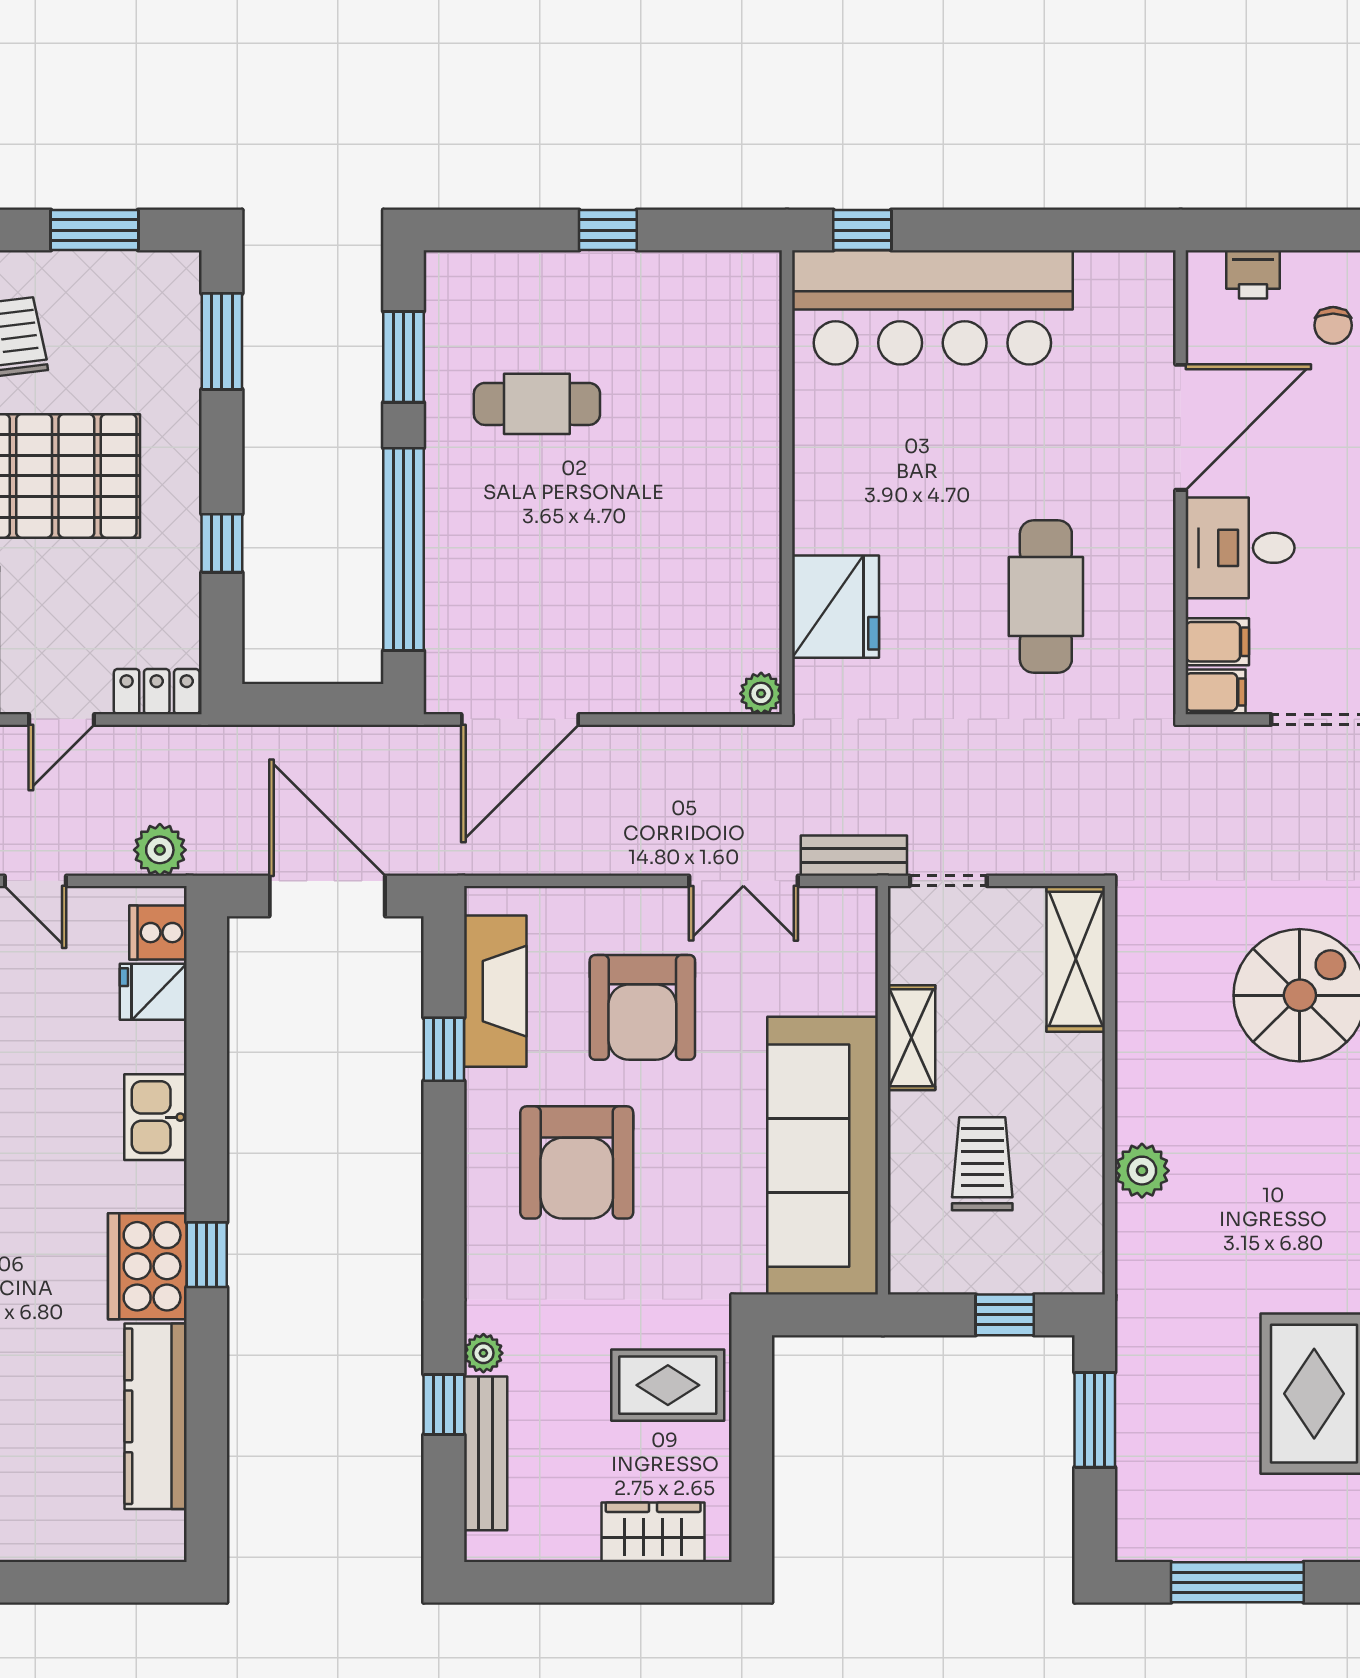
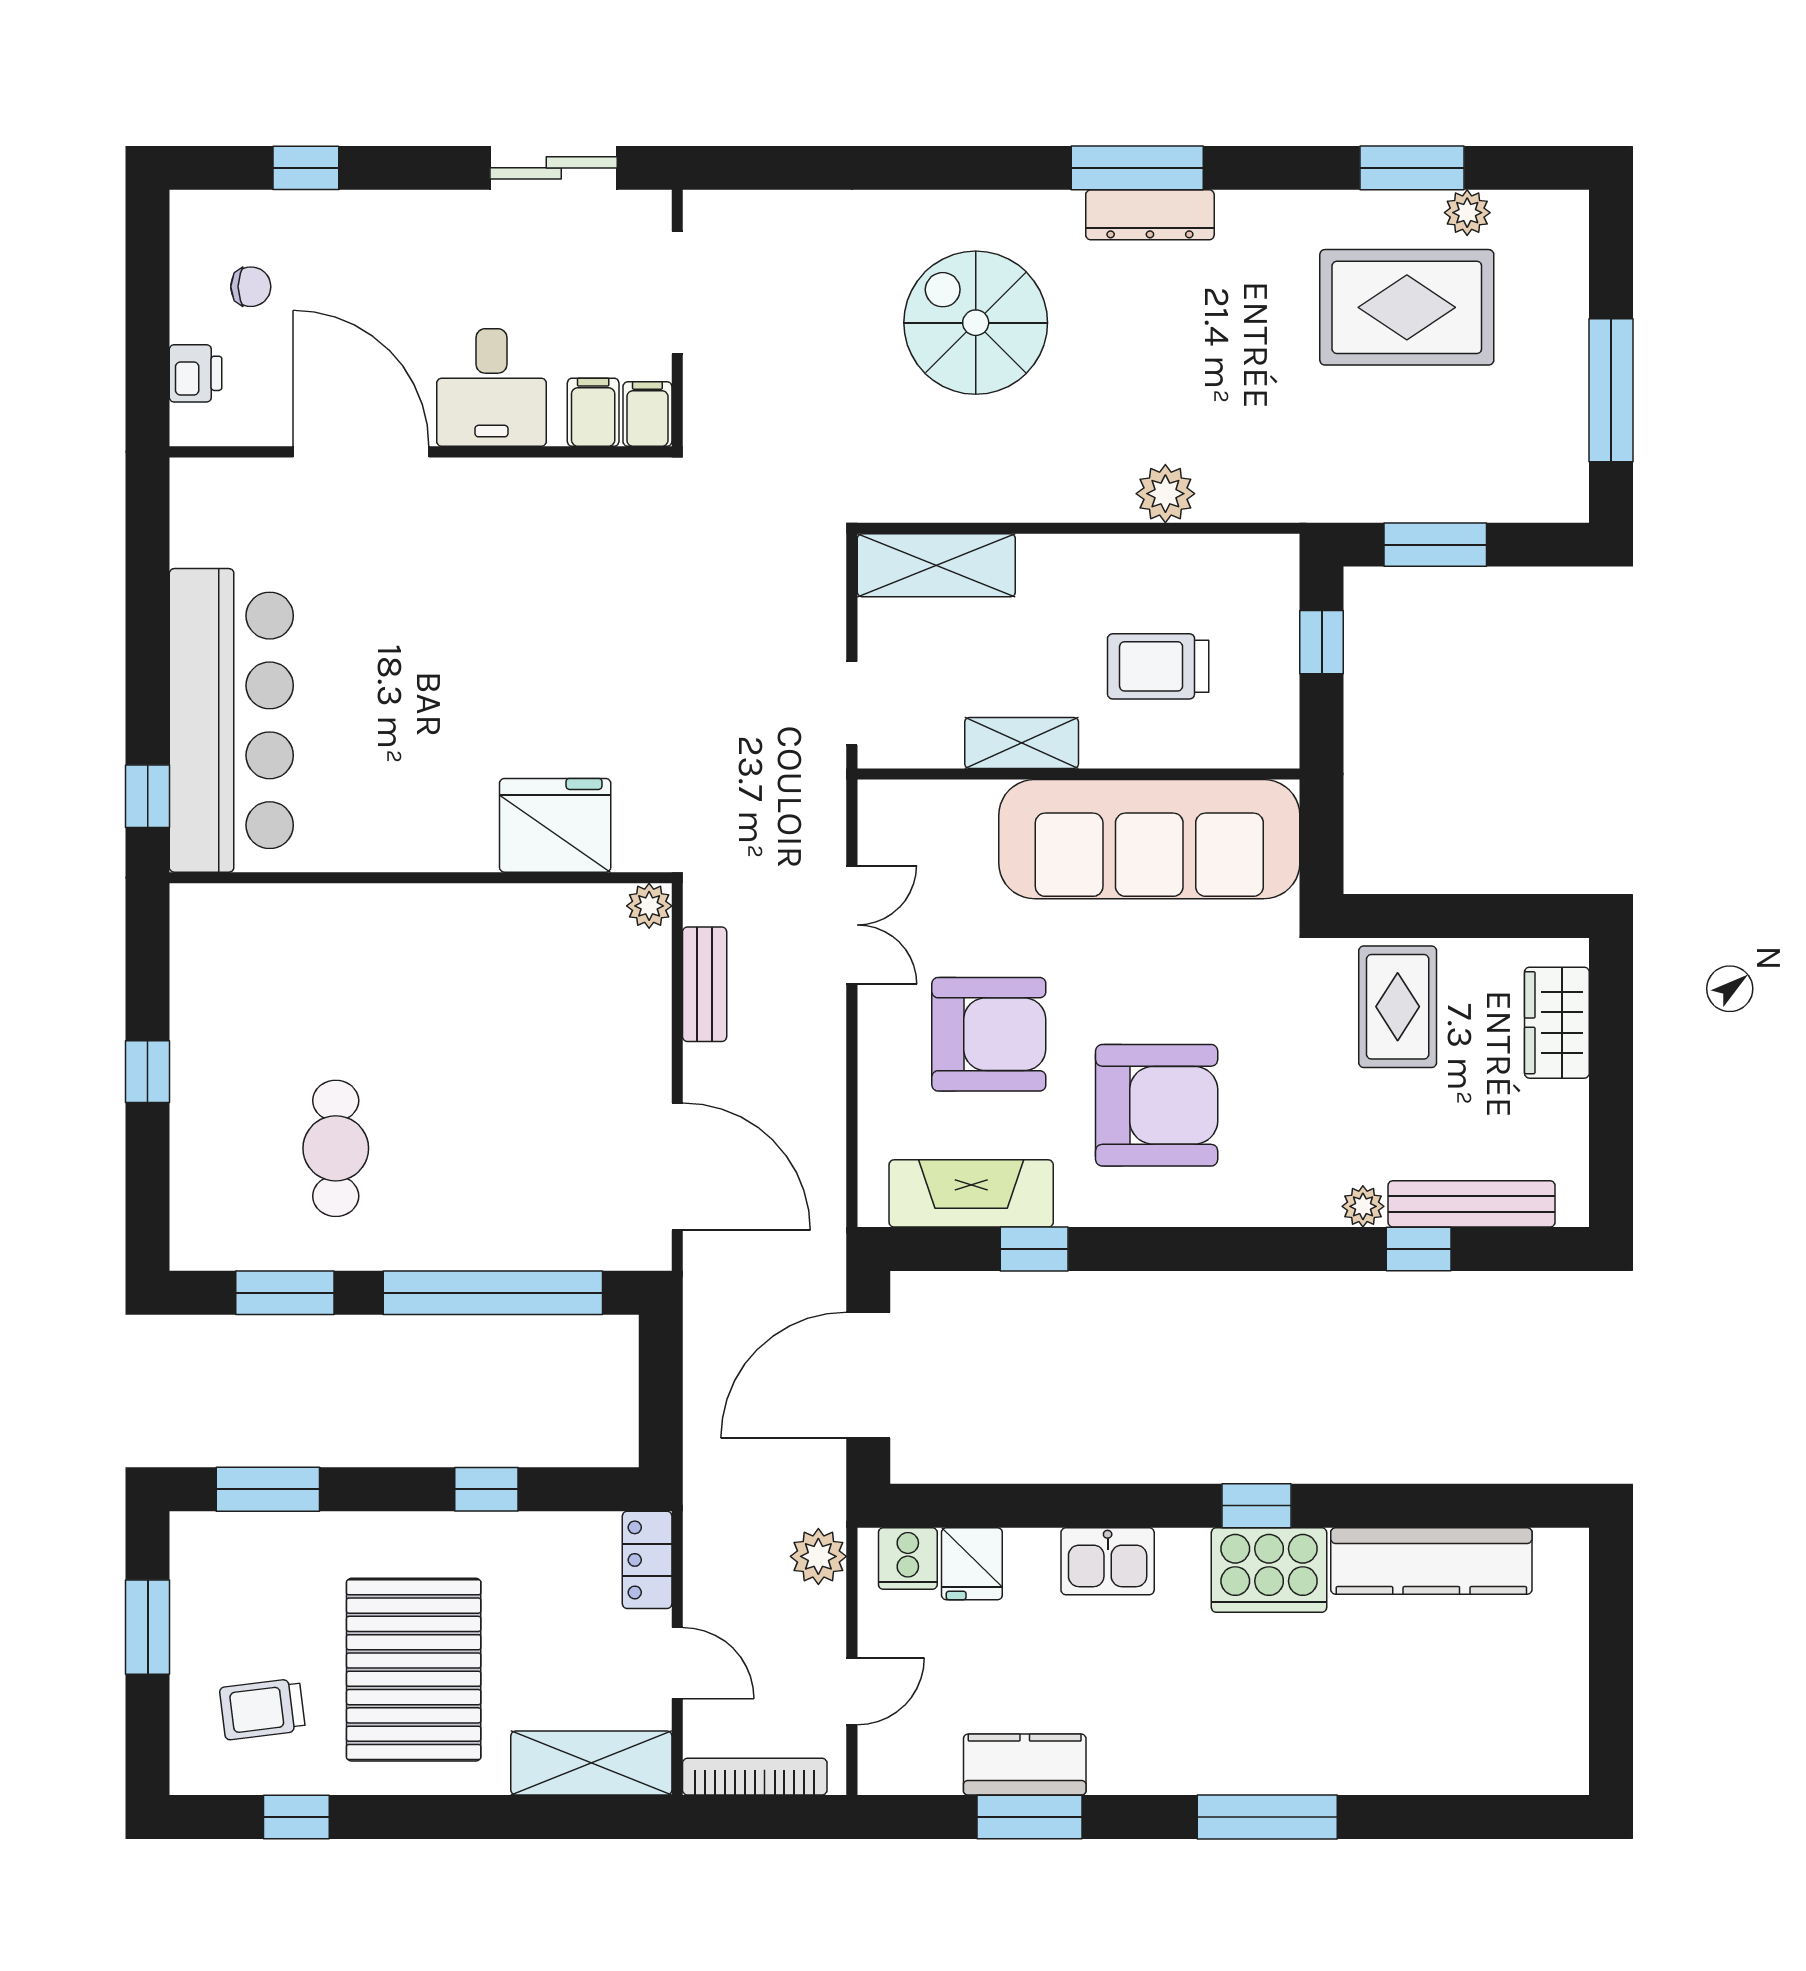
cafe table: (1046, 597) -> (544, 598), removed
bench: (854, 856) -> (705, 984), moved

